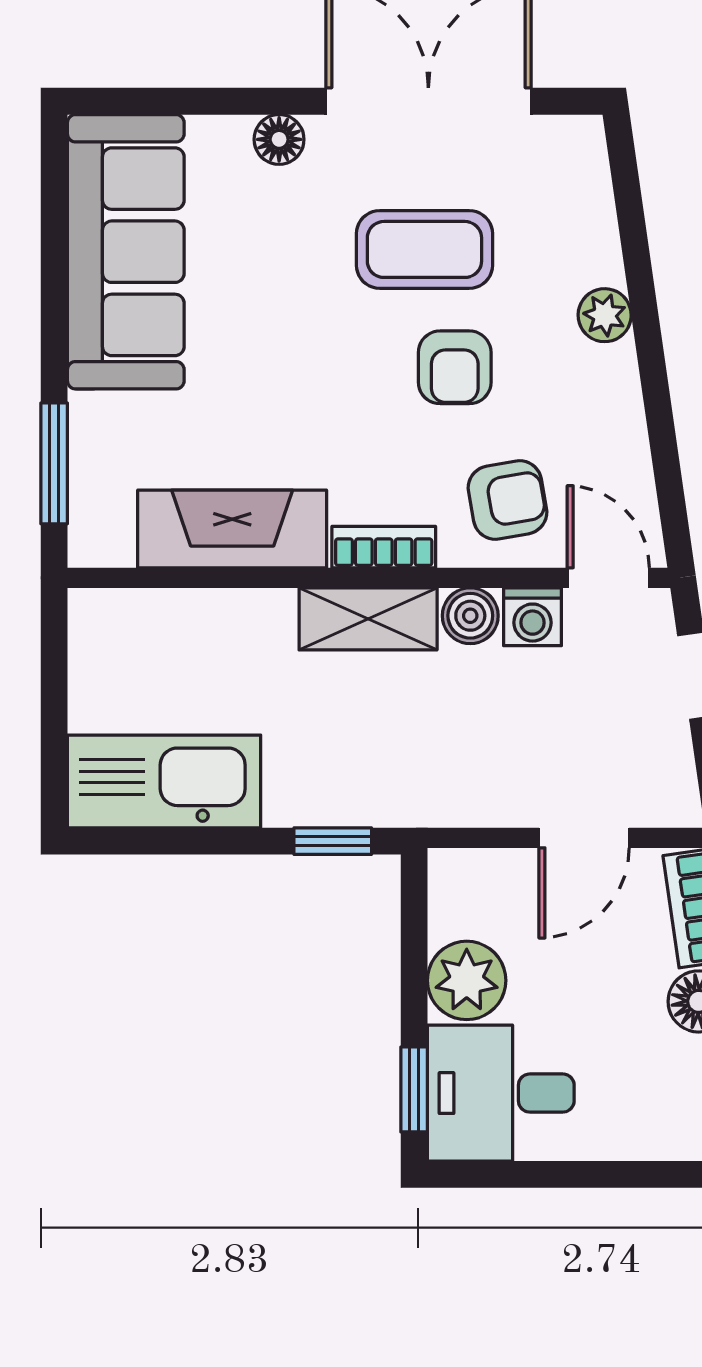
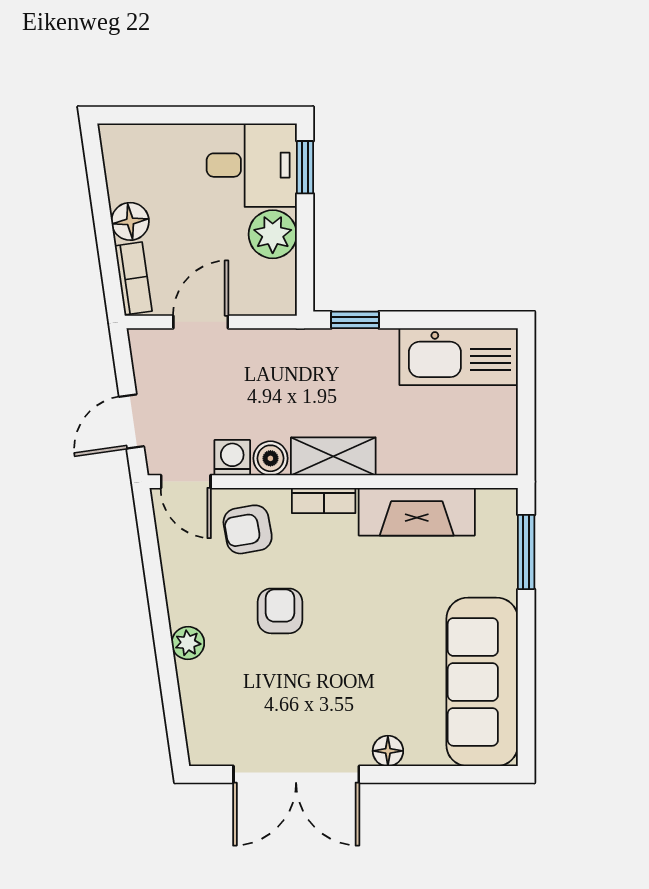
coffee table: (424, 249) -> (299, 683), removed

